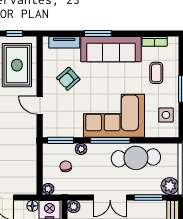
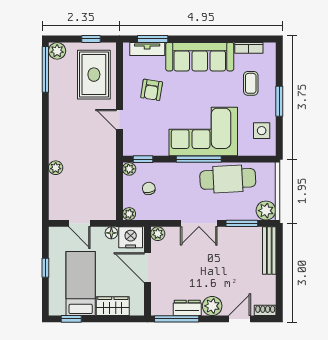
window: (98, 33) -> (153, 39), moved
armchair: (68, 79) -> (152, 90), turned -39
window: (61, 140) -> (143, 159), width x0.67
plant: (81, 149) -> (129, 169), moved

